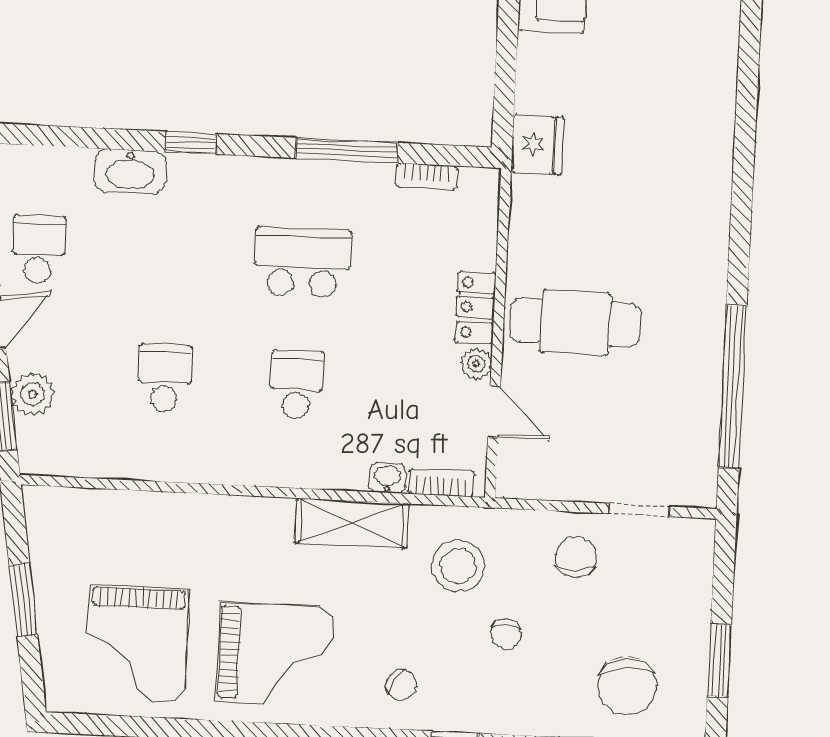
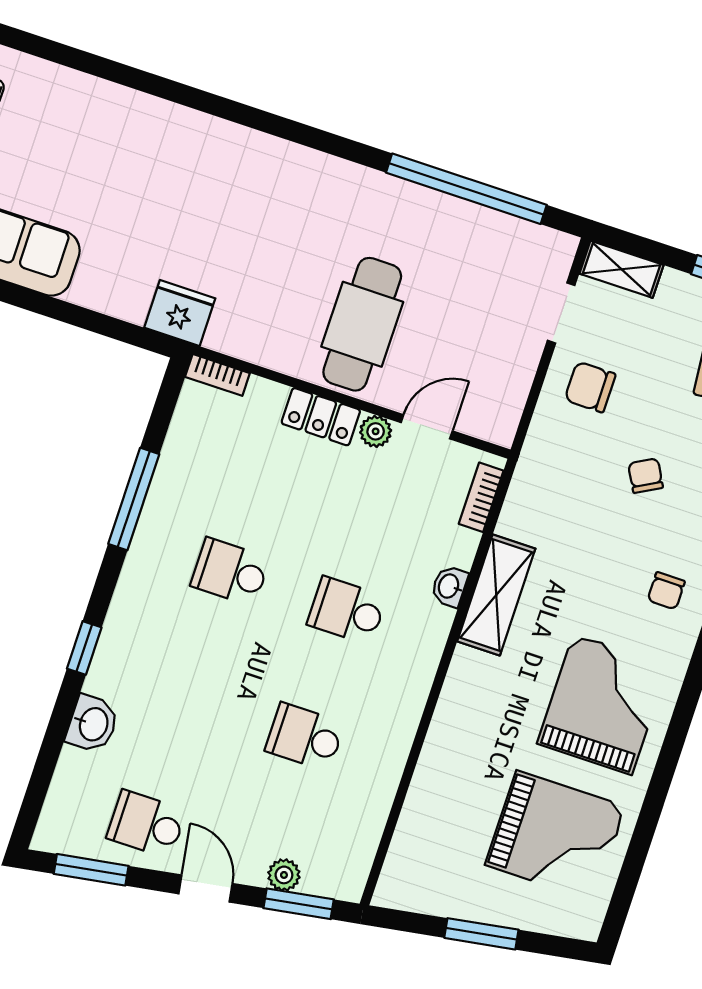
washbasin: (130, 171) -> (92, 724), width x0.72
bookcase: (427, 176) -> (217, 375), moved, turned 90
school desk: (303, 262) -> (230, 572), width x0.54
plant: (33, 394) -> (284, 875), width x0.73, depth x0.73
washbasin: (387, 478) -> (449, 586), moved
shelving: (697, 556) -> (621, 269), added
stool: (458, 566) -> (566, 503), removed
chair: (506, 634) -> (646, 476), turned -119
chair: (401, 685) -> (666, 591), turned 150

